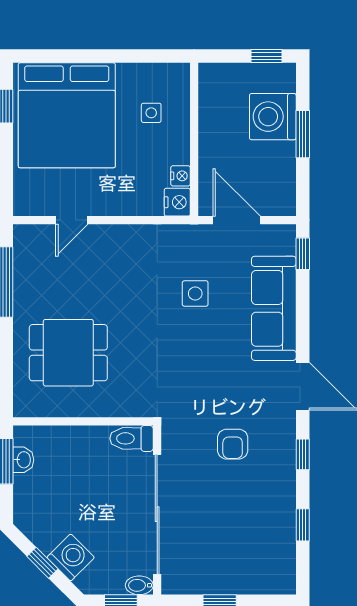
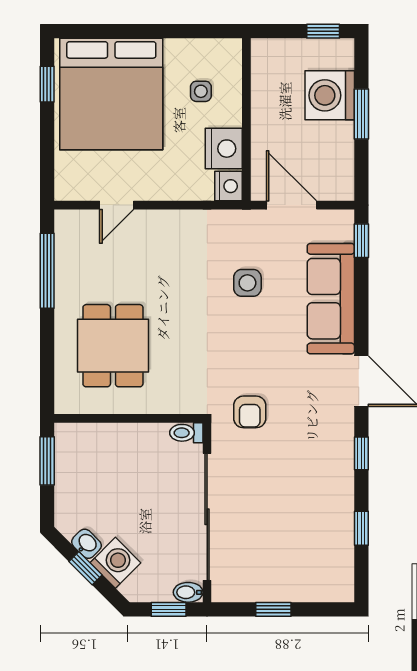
nightstand: (181, 176) -> (224, 149), width x1.89, depth x1.79
dining table: (68, 353) -> (113, 346), turned 90
toilet: (131, 438) -> (186, 433), width x0.73, depth x0.72
armchair: (233, 444) -> (250, 412), moved
washbasin: (23, 460) -> (86, 544), moved, turned -45

